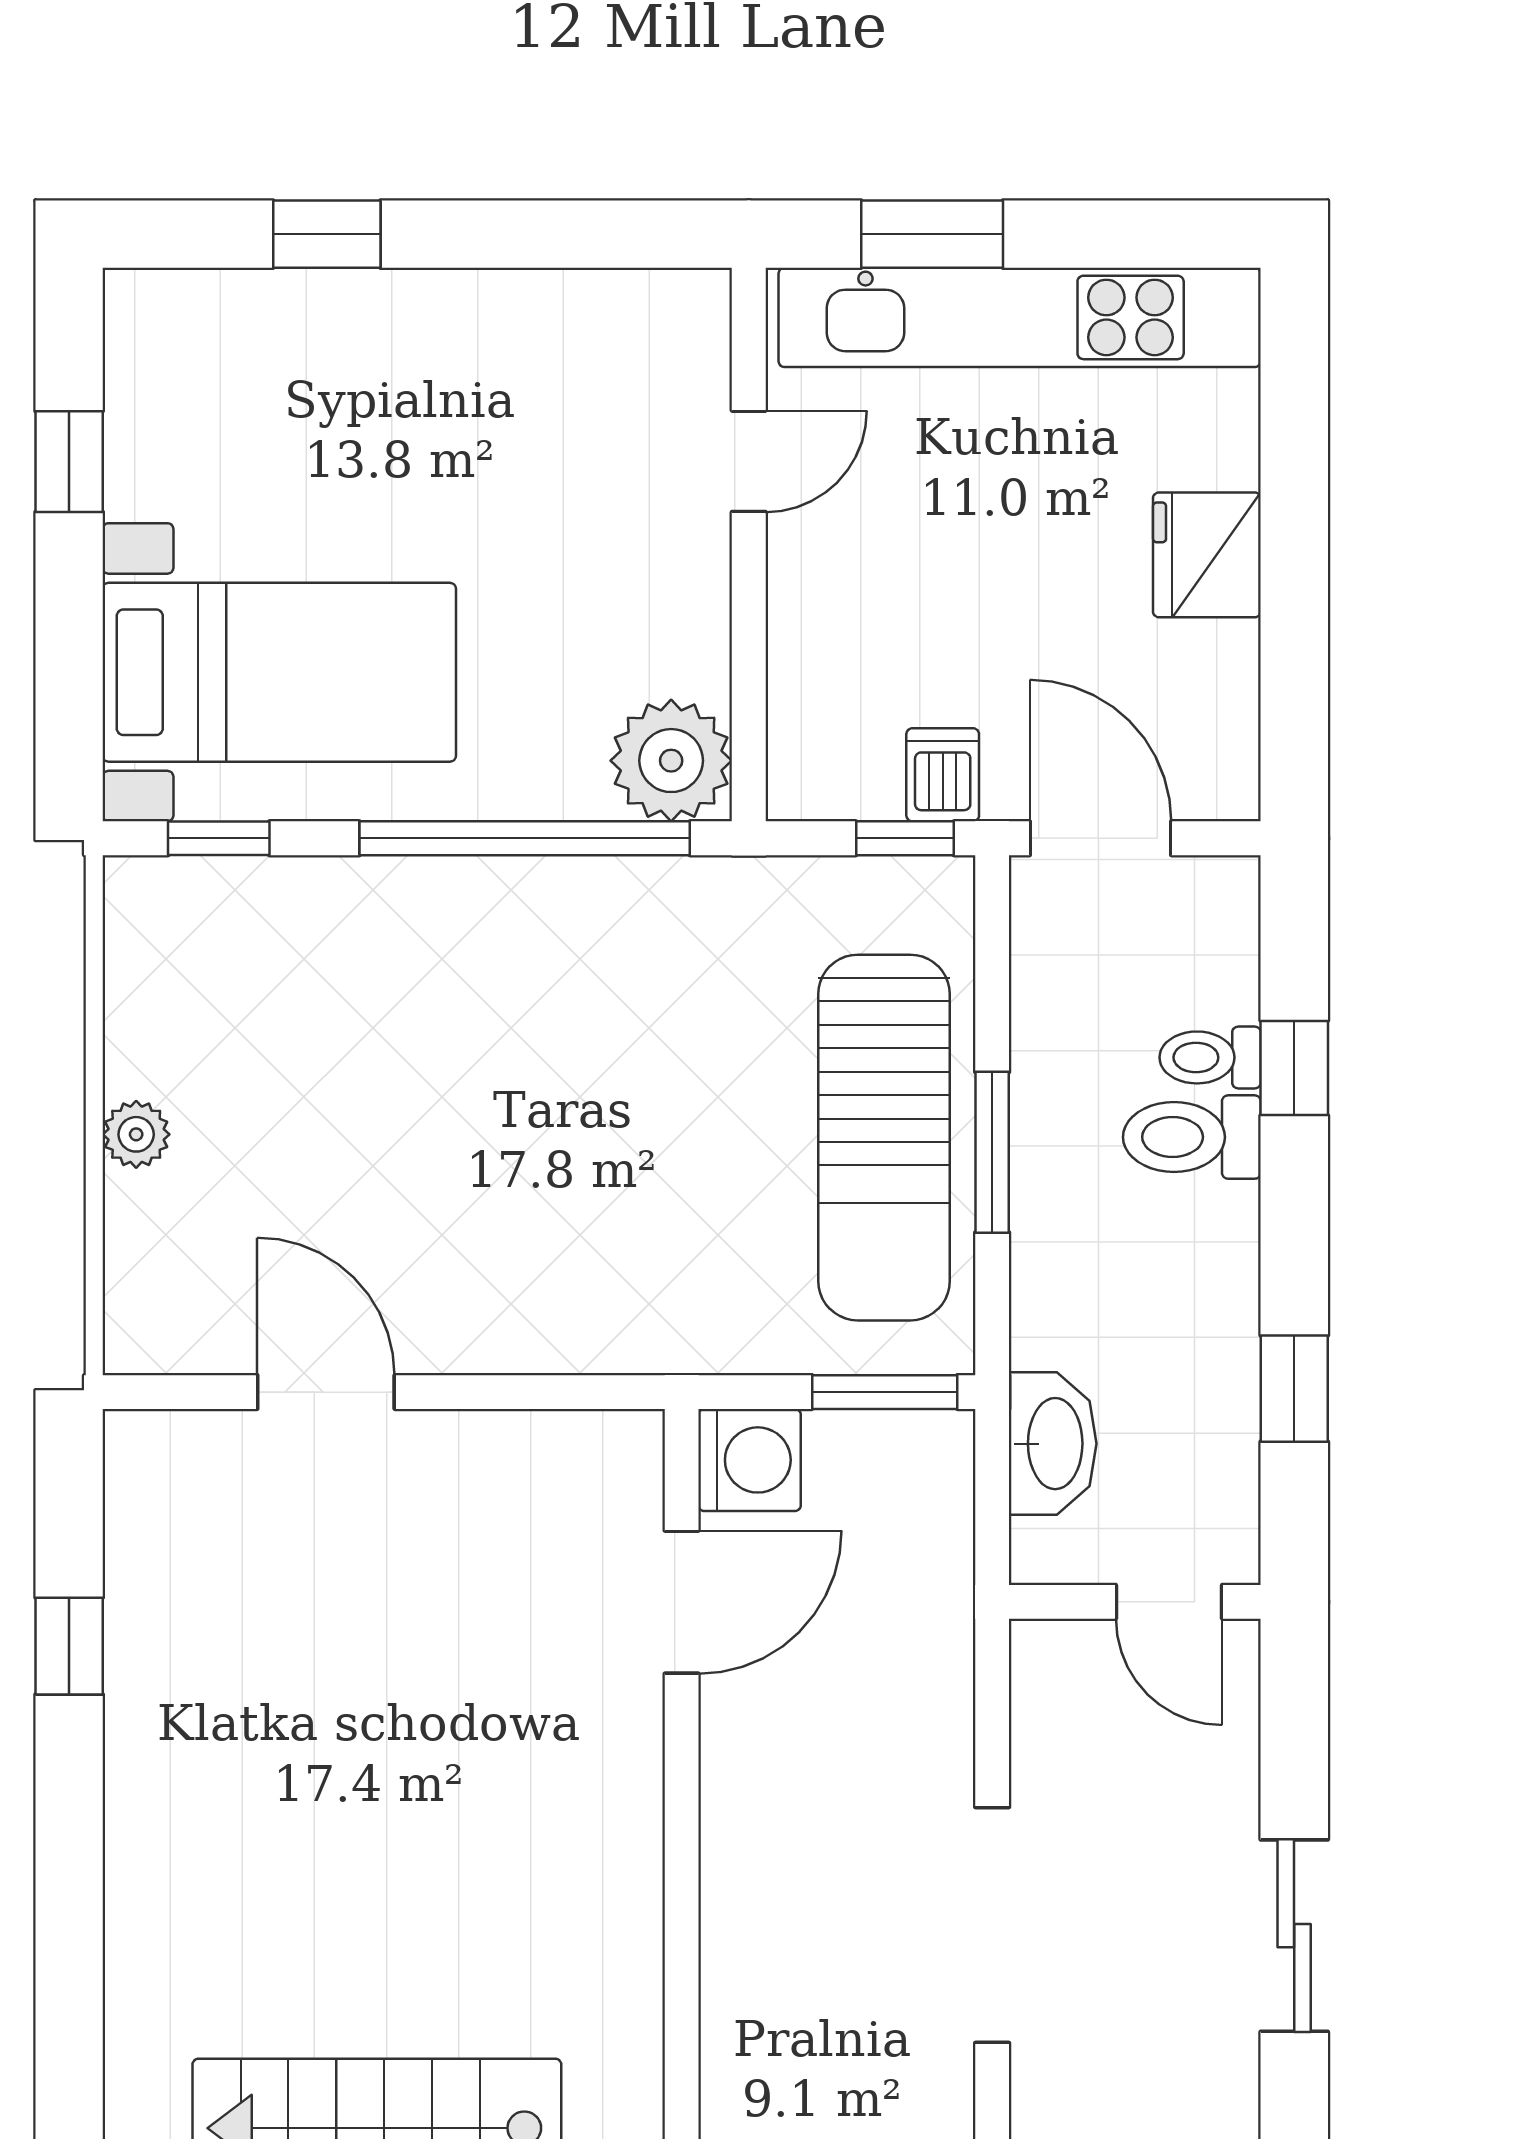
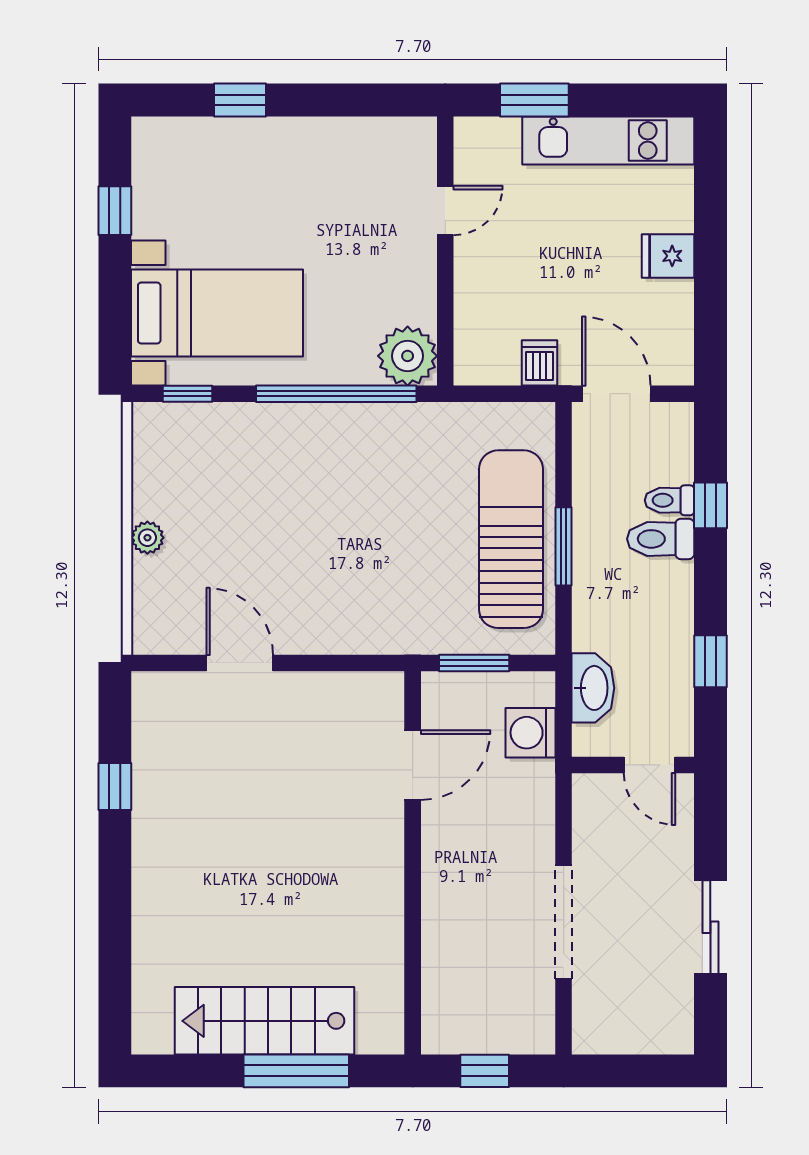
kitchen unit: (1020, 317) -> (608, 141), width x0.73
fridge: (1207, 555) -> (668, 256), width x0.72
window: (905, 838) -> (521, 394), removed
sun lounger: (884, 1138) -> (511, 539), turned 180
window: (885, 1392) -> (474, 663), moved
washing machine: (750, 1460) -> (531, 733), moved, turned 180

